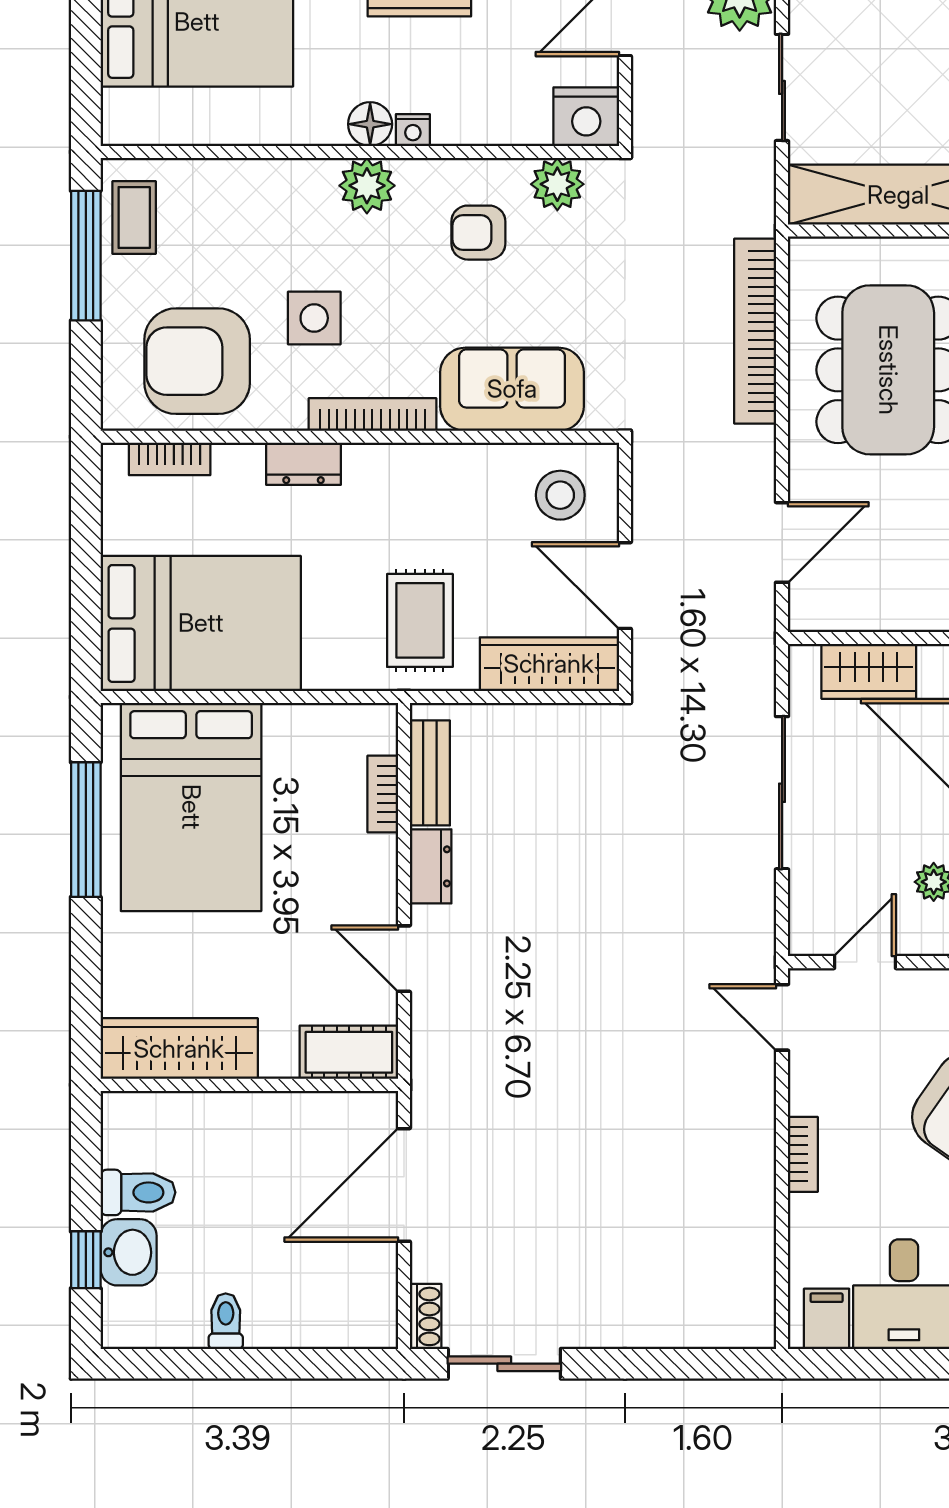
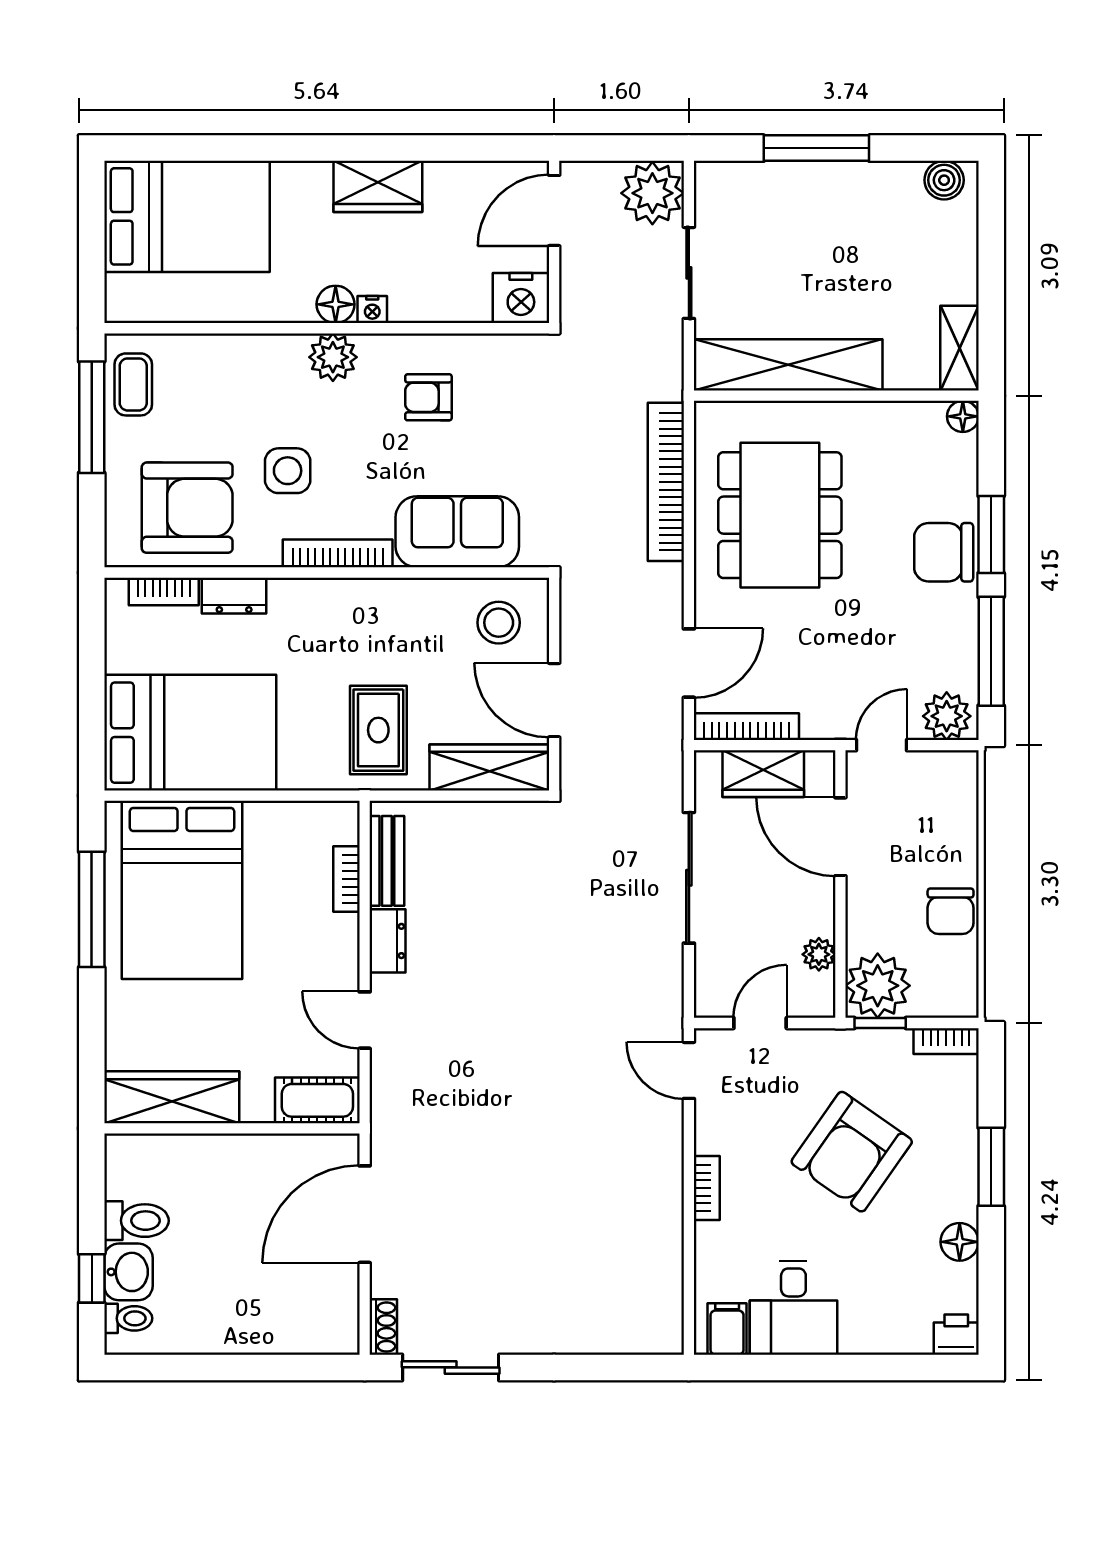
plant: (557, 184) -> (496, 356), removed
armchair: (197, 361) -> (187, 508), turned 180
dresser: (304, 464) -> (234, 596), moved
bookcase: (849, 616) -> (746, 727), added
toilet: (226, 1321) -> (128, 1318), moved, turned 90

